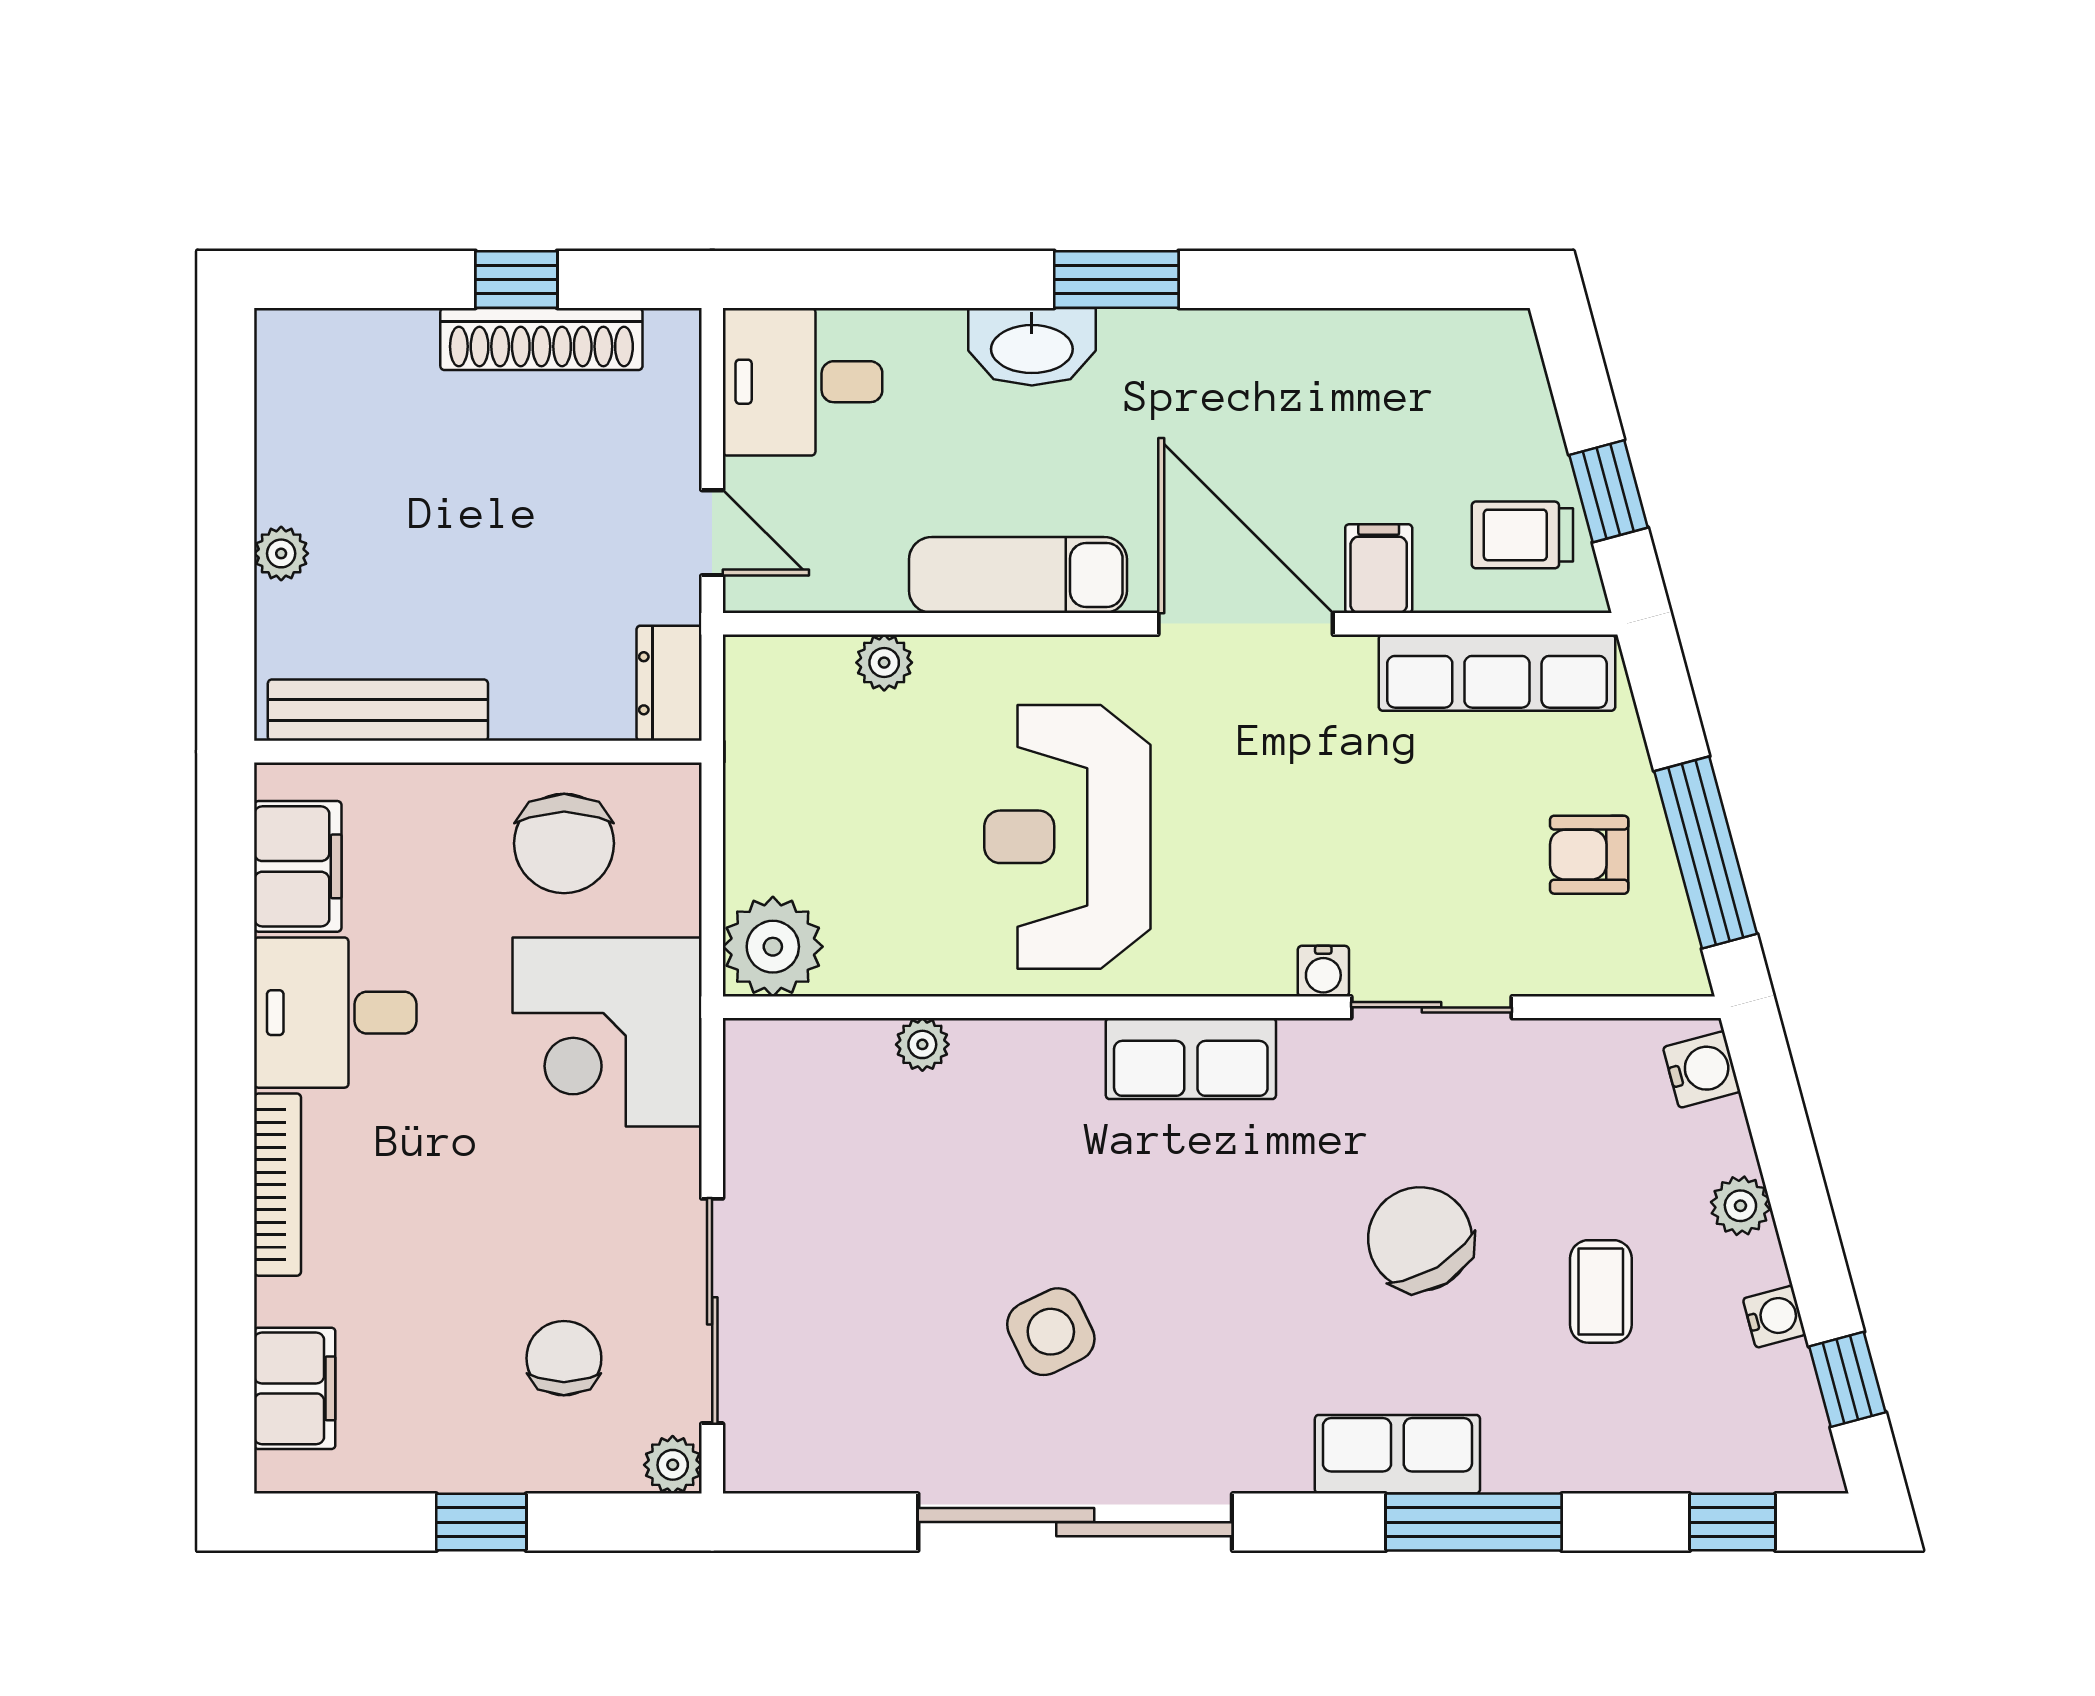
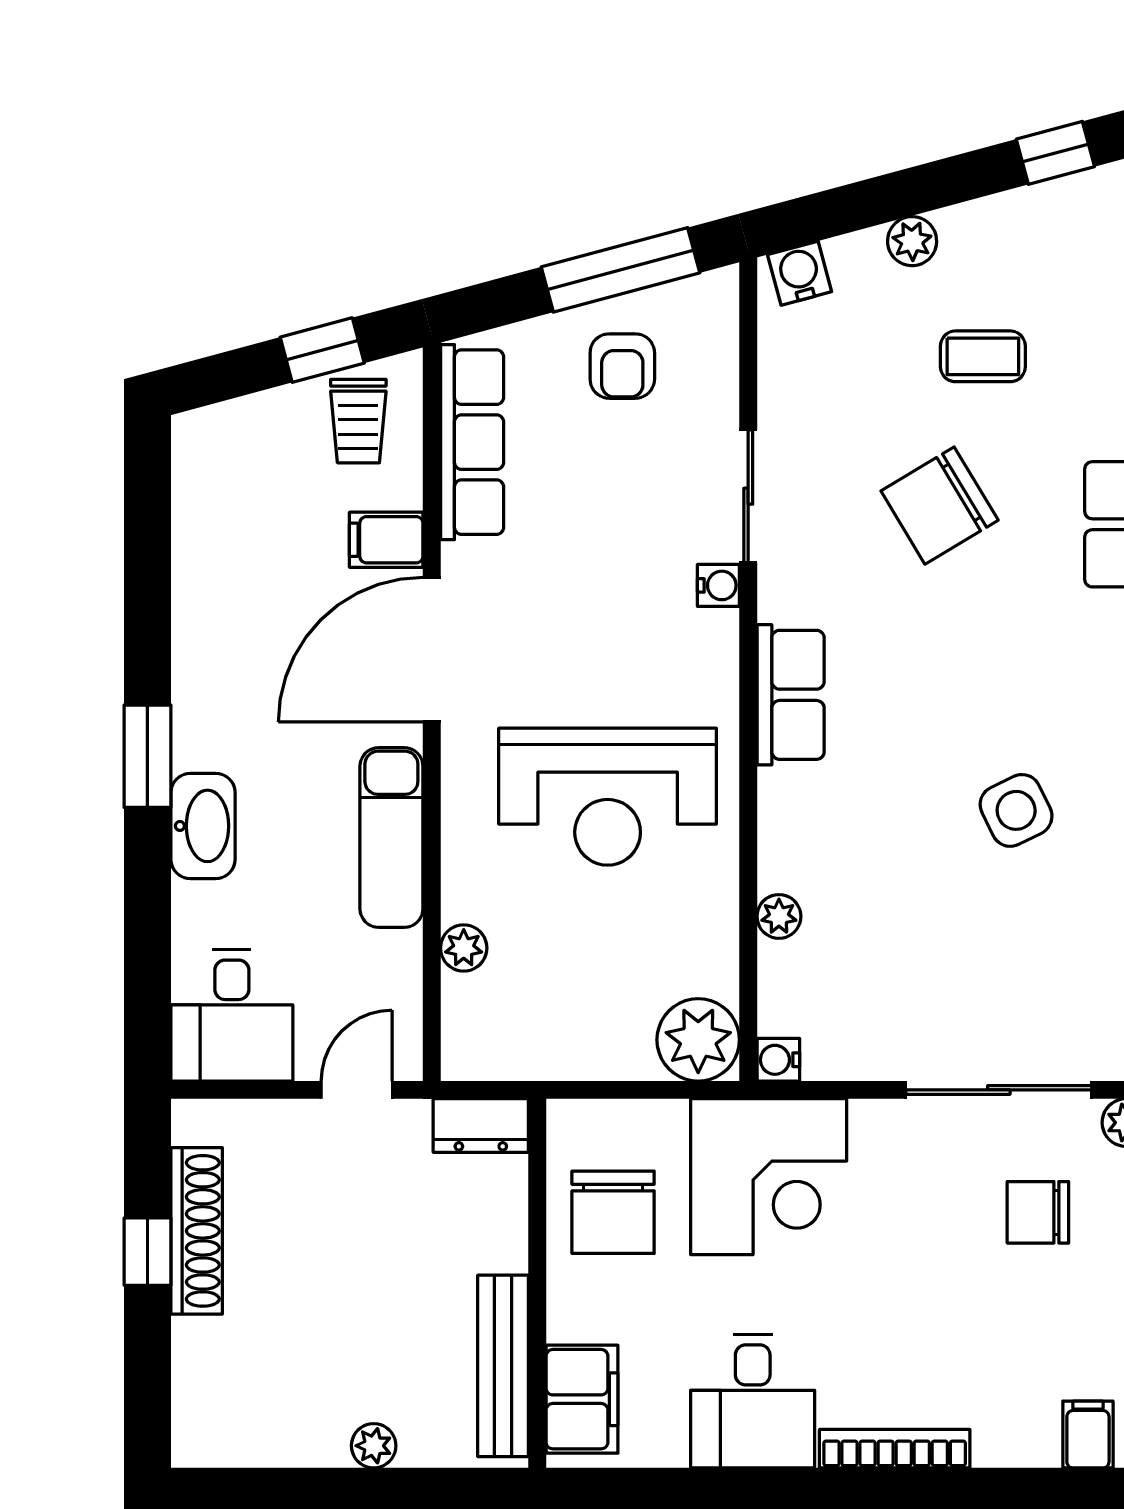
chair: (564, 843) -> (613, 1212), turned 90
filing cabinet: (298, 866) -> (582, 1399), moved, turned 90
water cooler: (1774, 1317) -> (778, 1060), moved, turned -75
filing cabinet: (295, 1388) -> (1088, 1435), width x0.50

